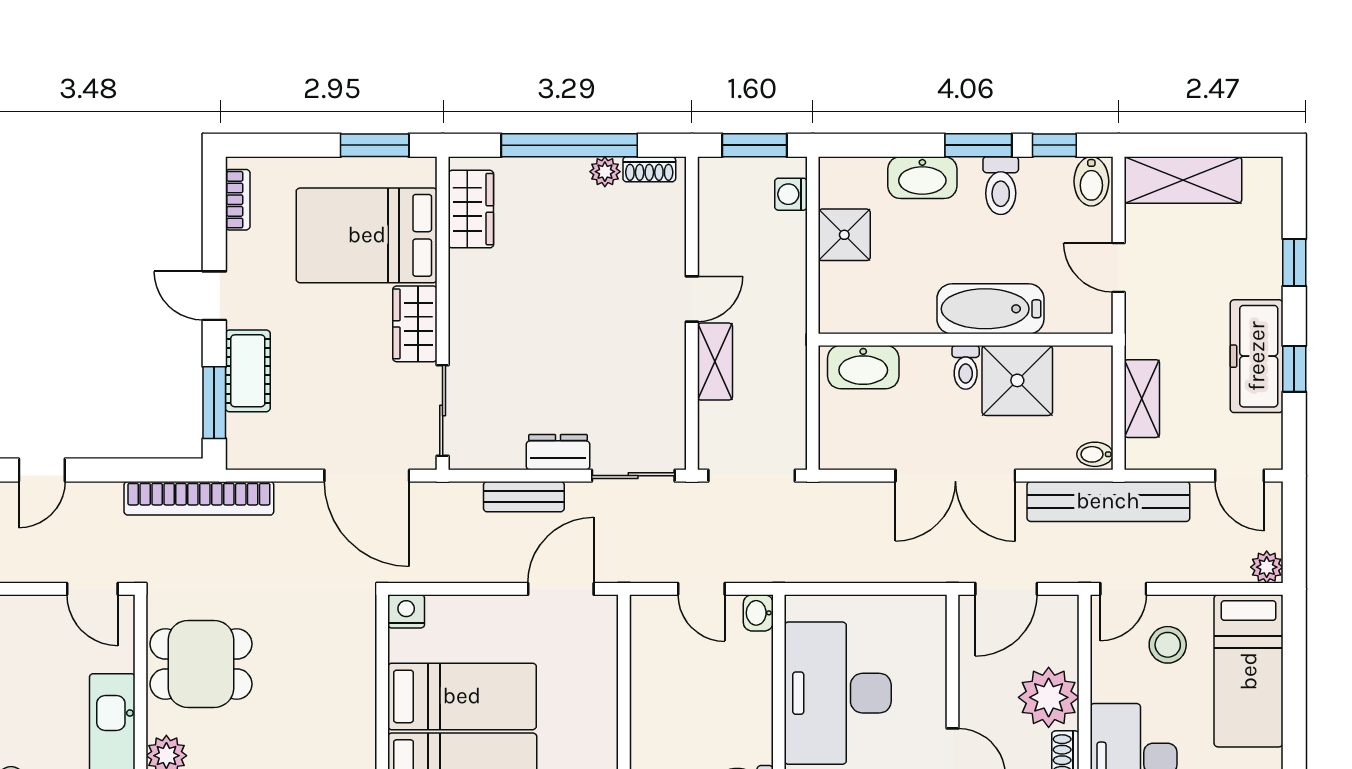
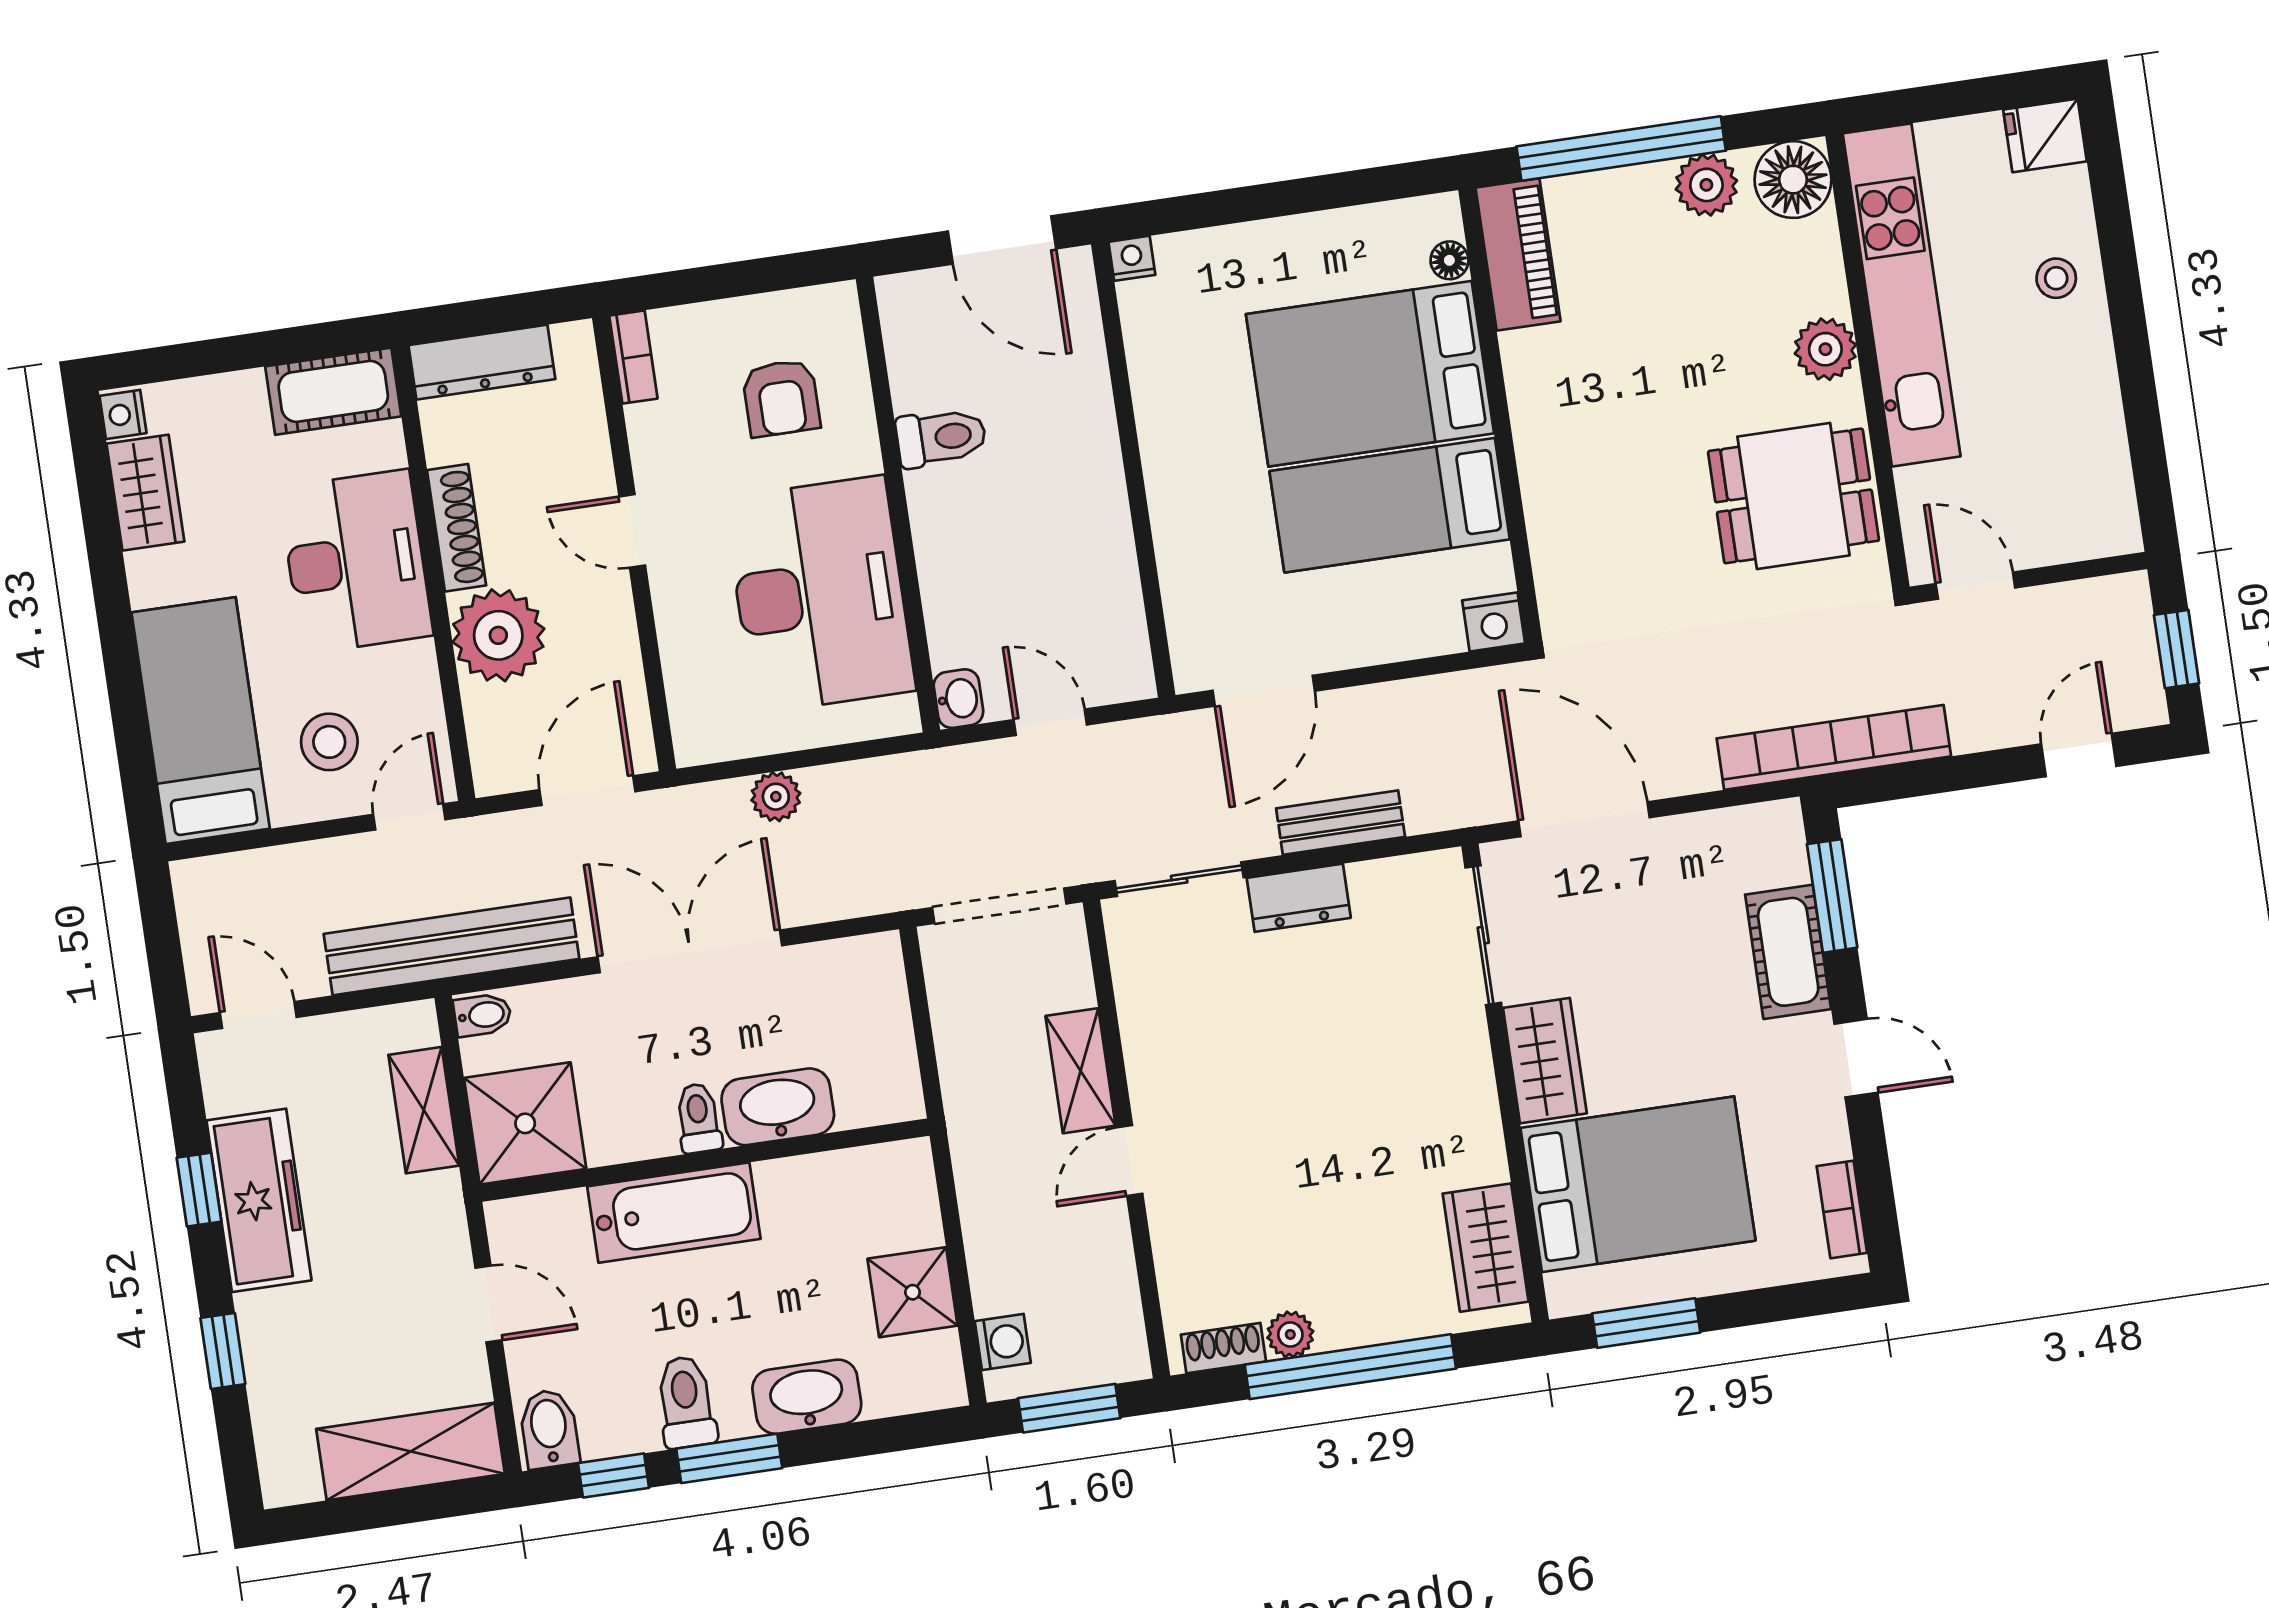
washbasin: (863, 367) -> (778, 1107), moved
shower: (1017, 380) -> (525, 1123), moved
plant: (1267, 567) -> (776, 797), moved

